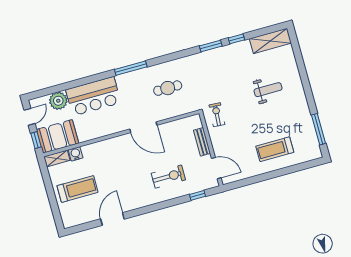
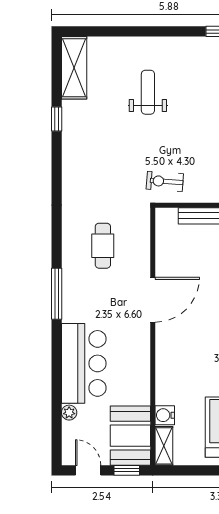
window: (211, 46) -> (57, 162), removed
plant: (58, 101) -> (69, 413), width x0.53, depth x0.53

